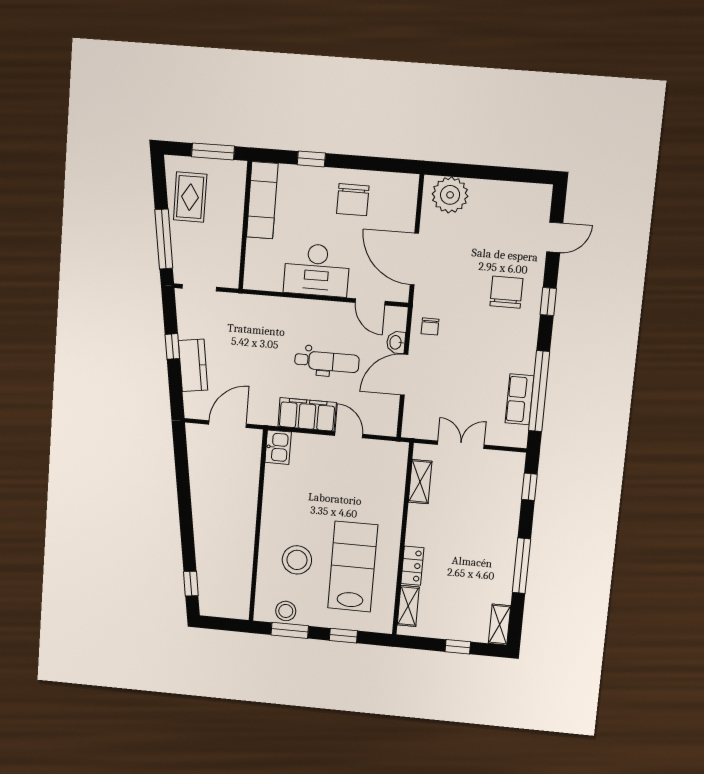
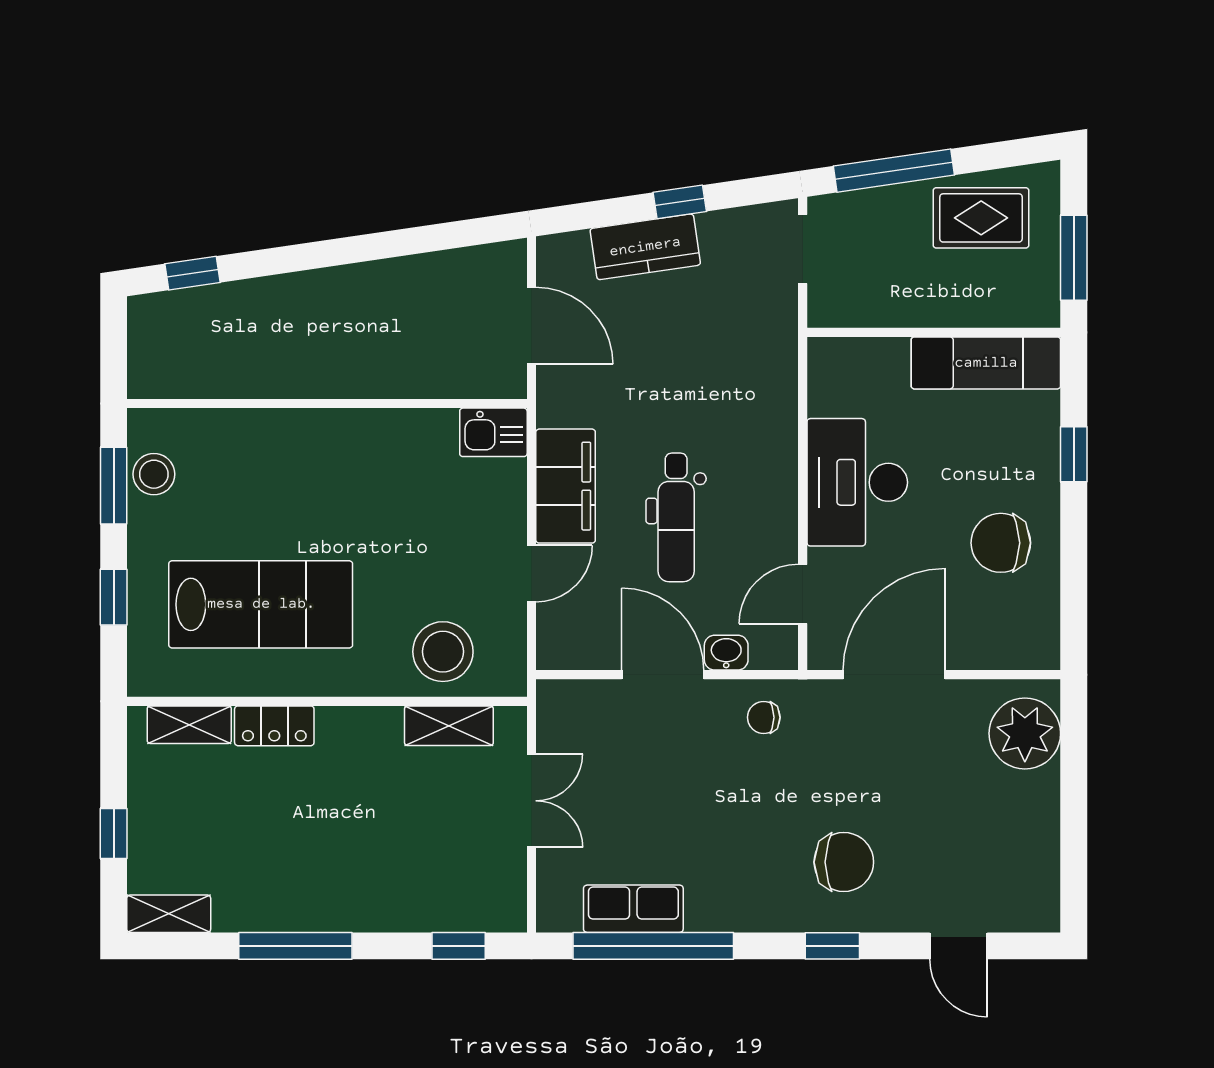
stool: (297, 560) -> (443, 652), moved

